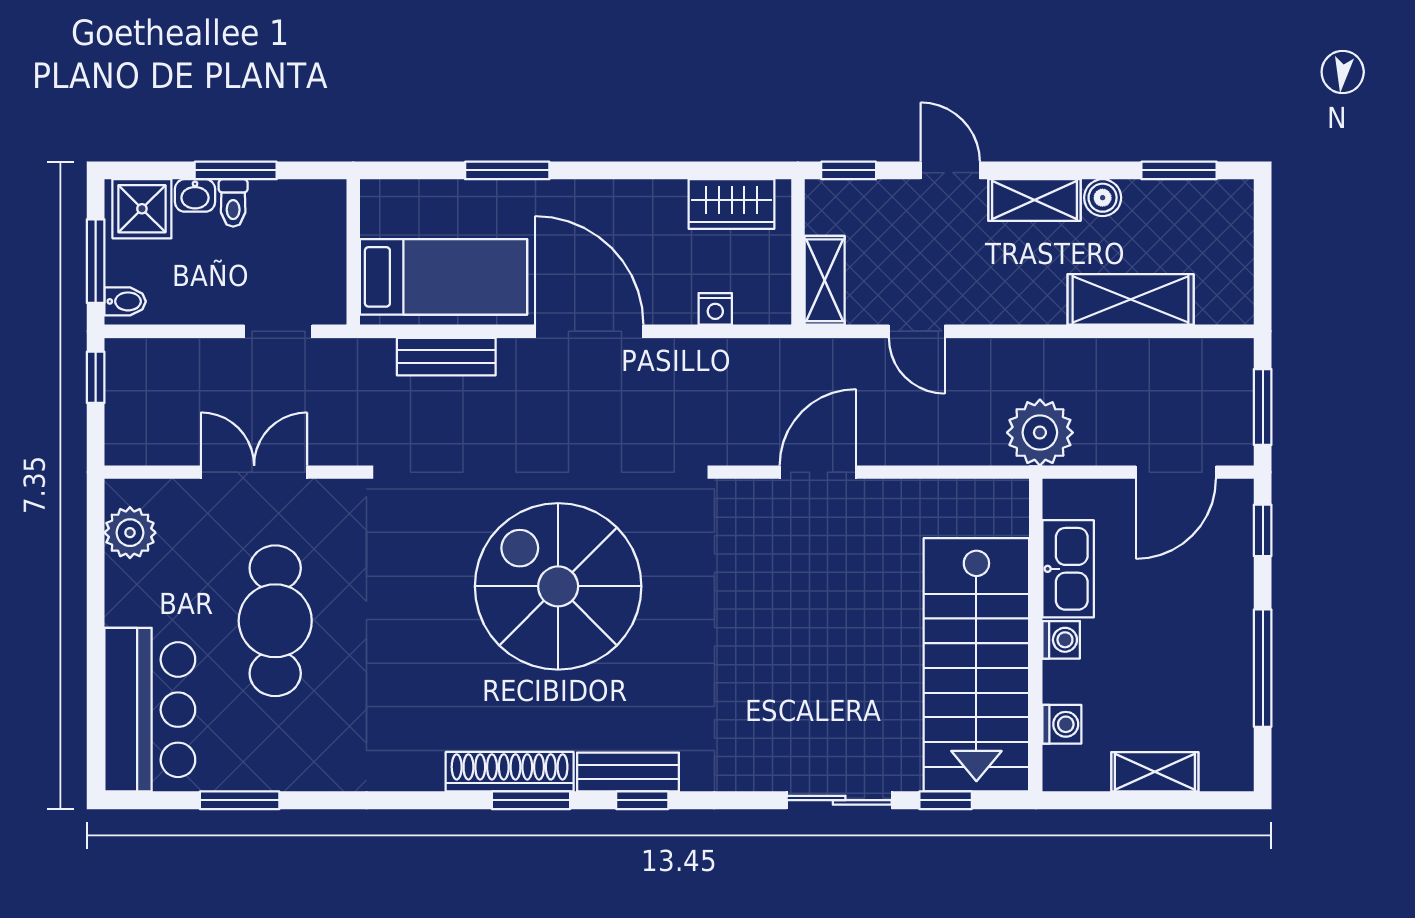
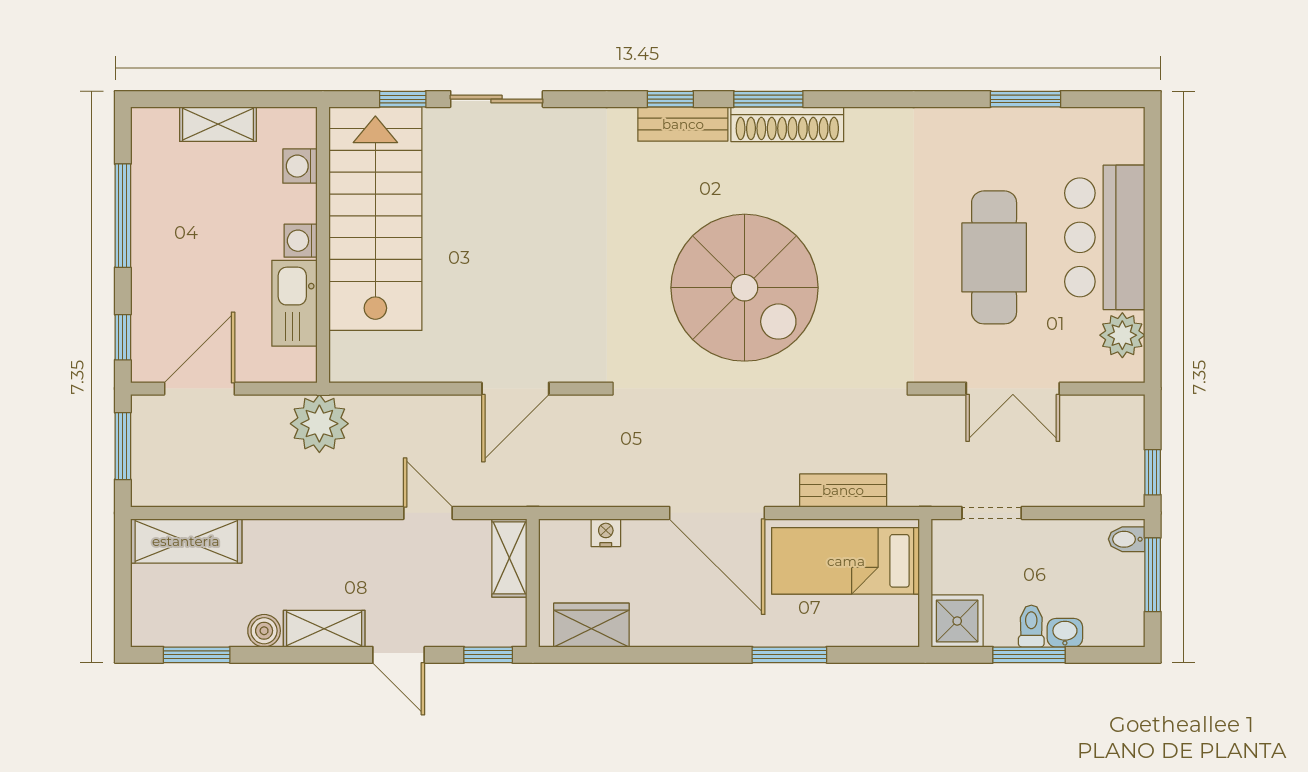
shower: (142, 209) -> (957, 621), moved
shelving: (1131, 299) -> (186, 541), moved
bar counter: (150, 710) -> (1105, 237), moved

